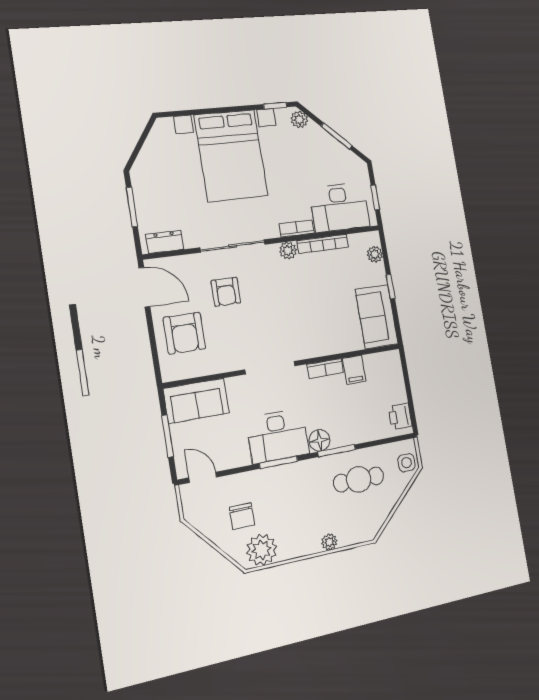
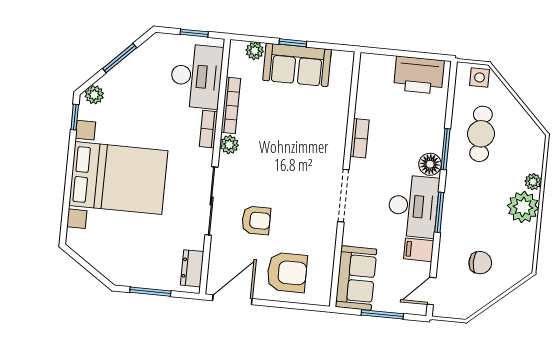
sofa: (377, 317) -> (297, 65), moved
filing cabinet: (354, 370) -> (419, 250), moved, turned 180
printer: (400, 416) -> (419, 75), width x1.87, depth x1.48
plant: (262, 550) -> (523, 207), moved

